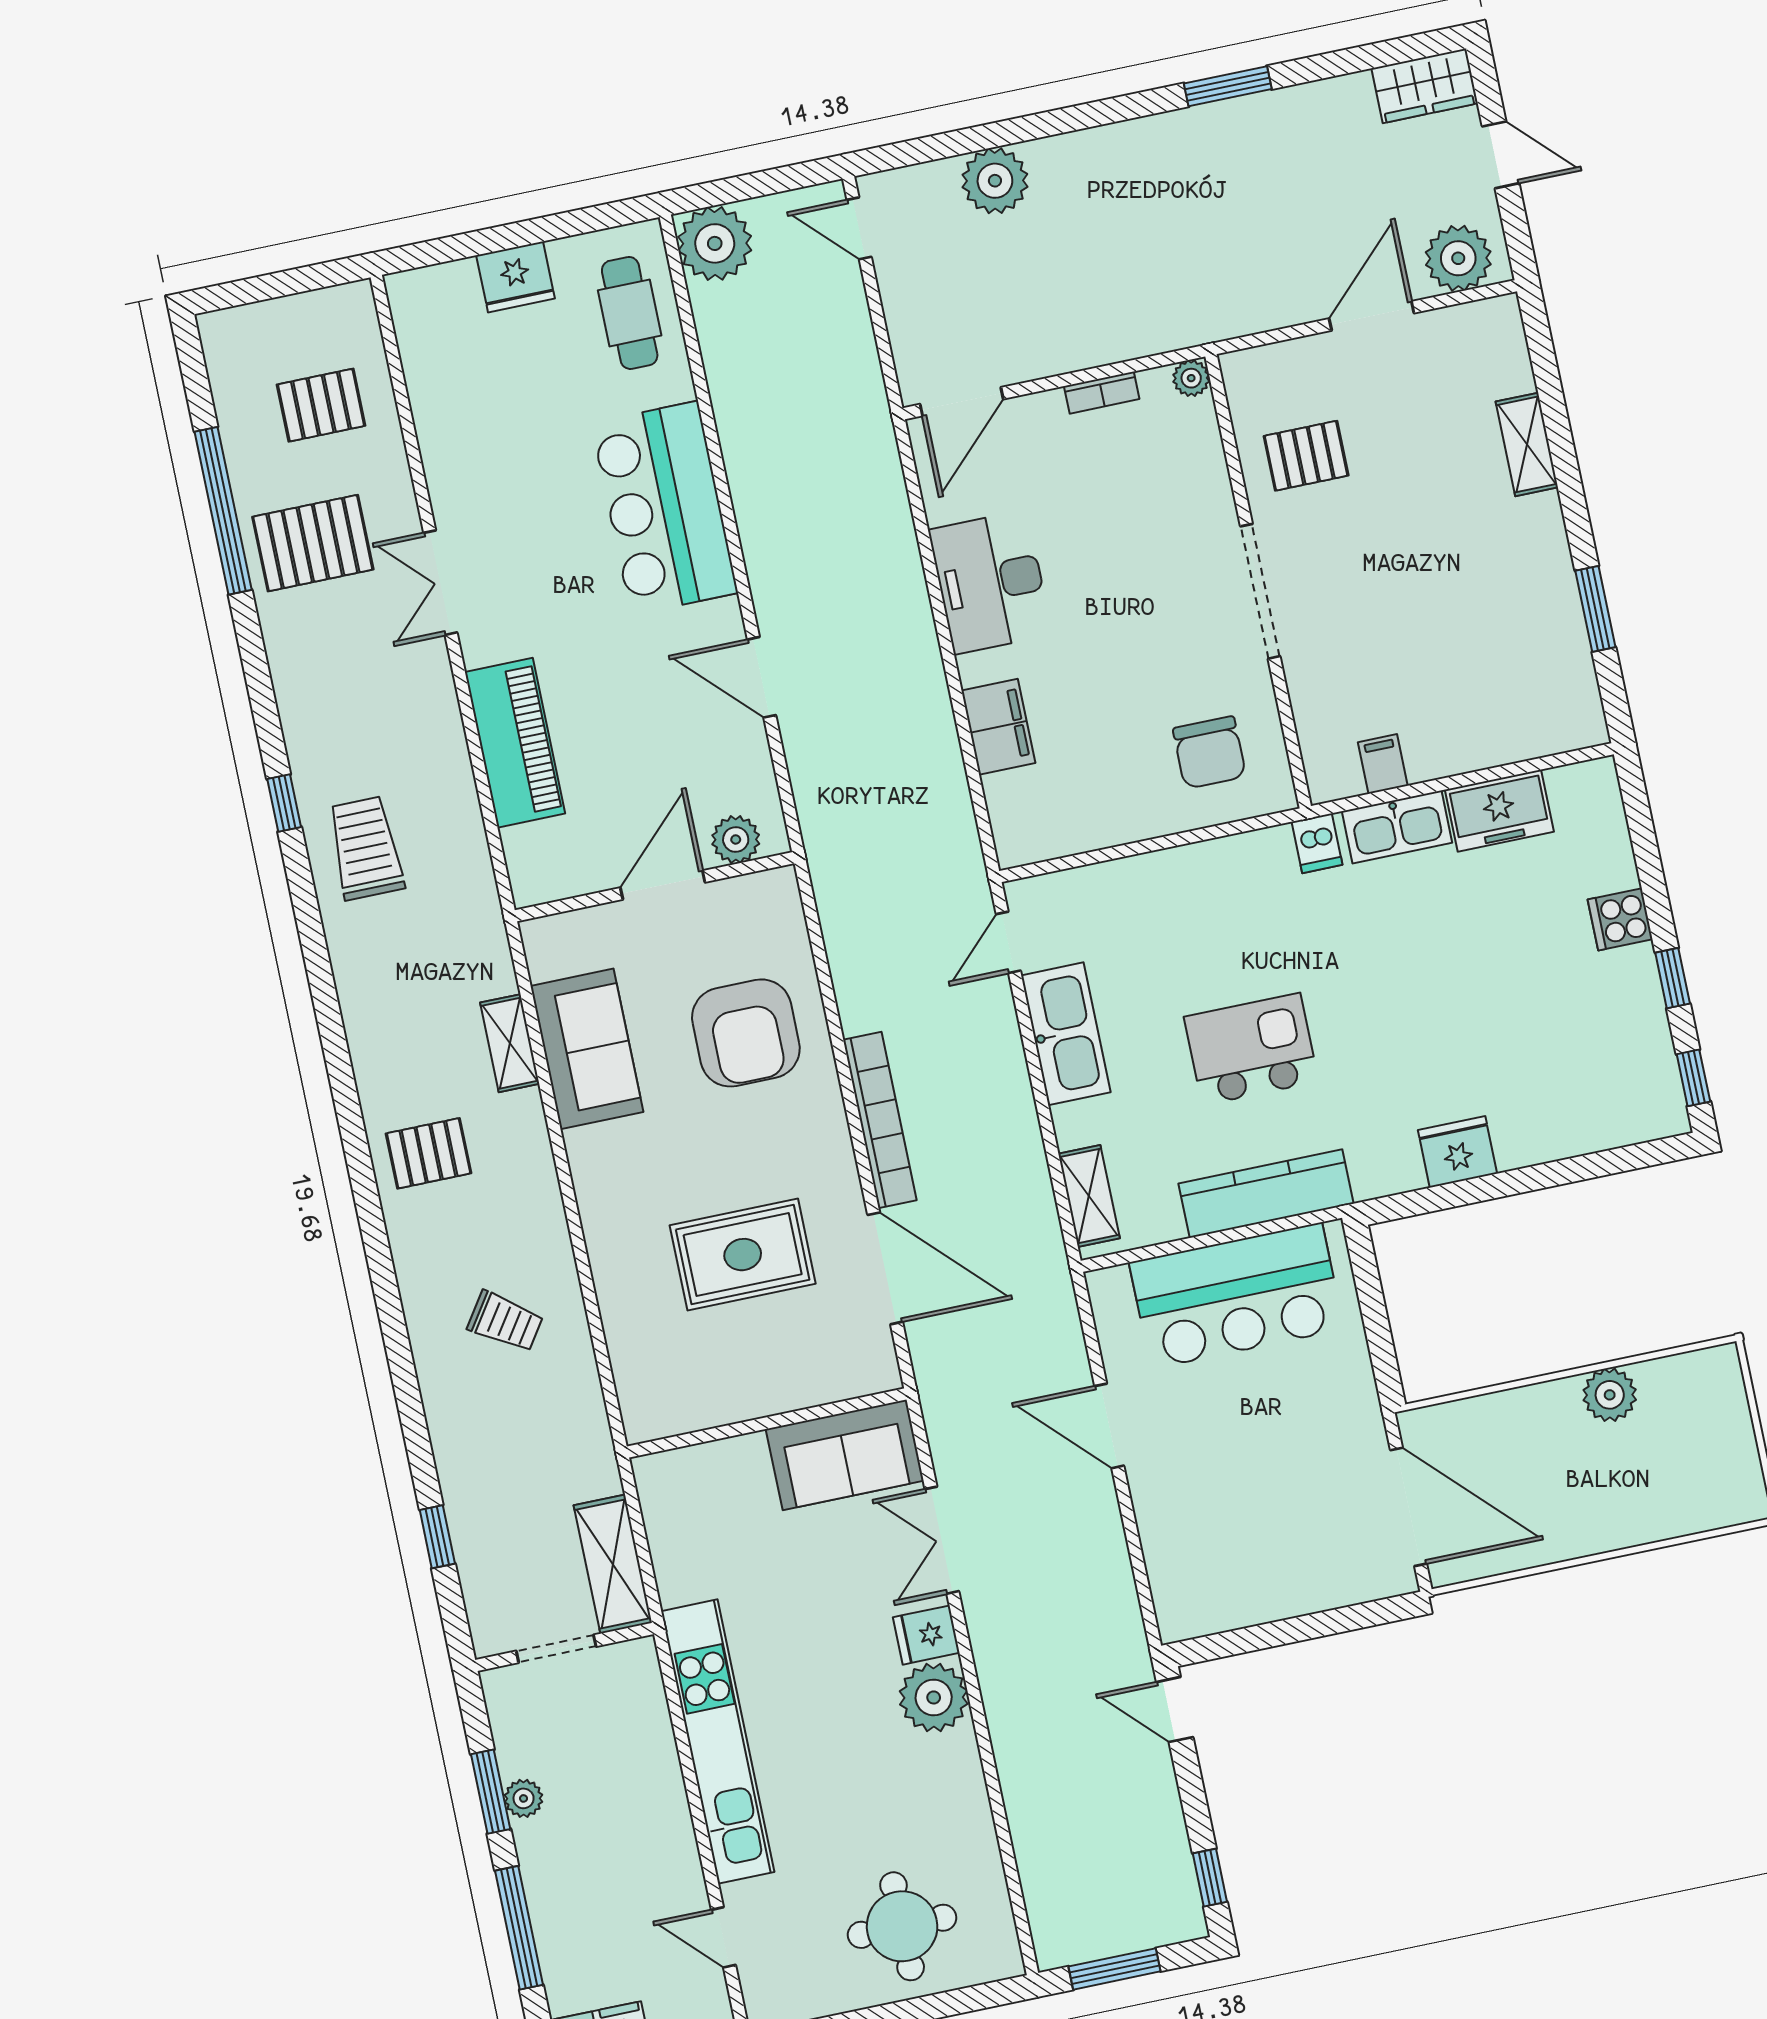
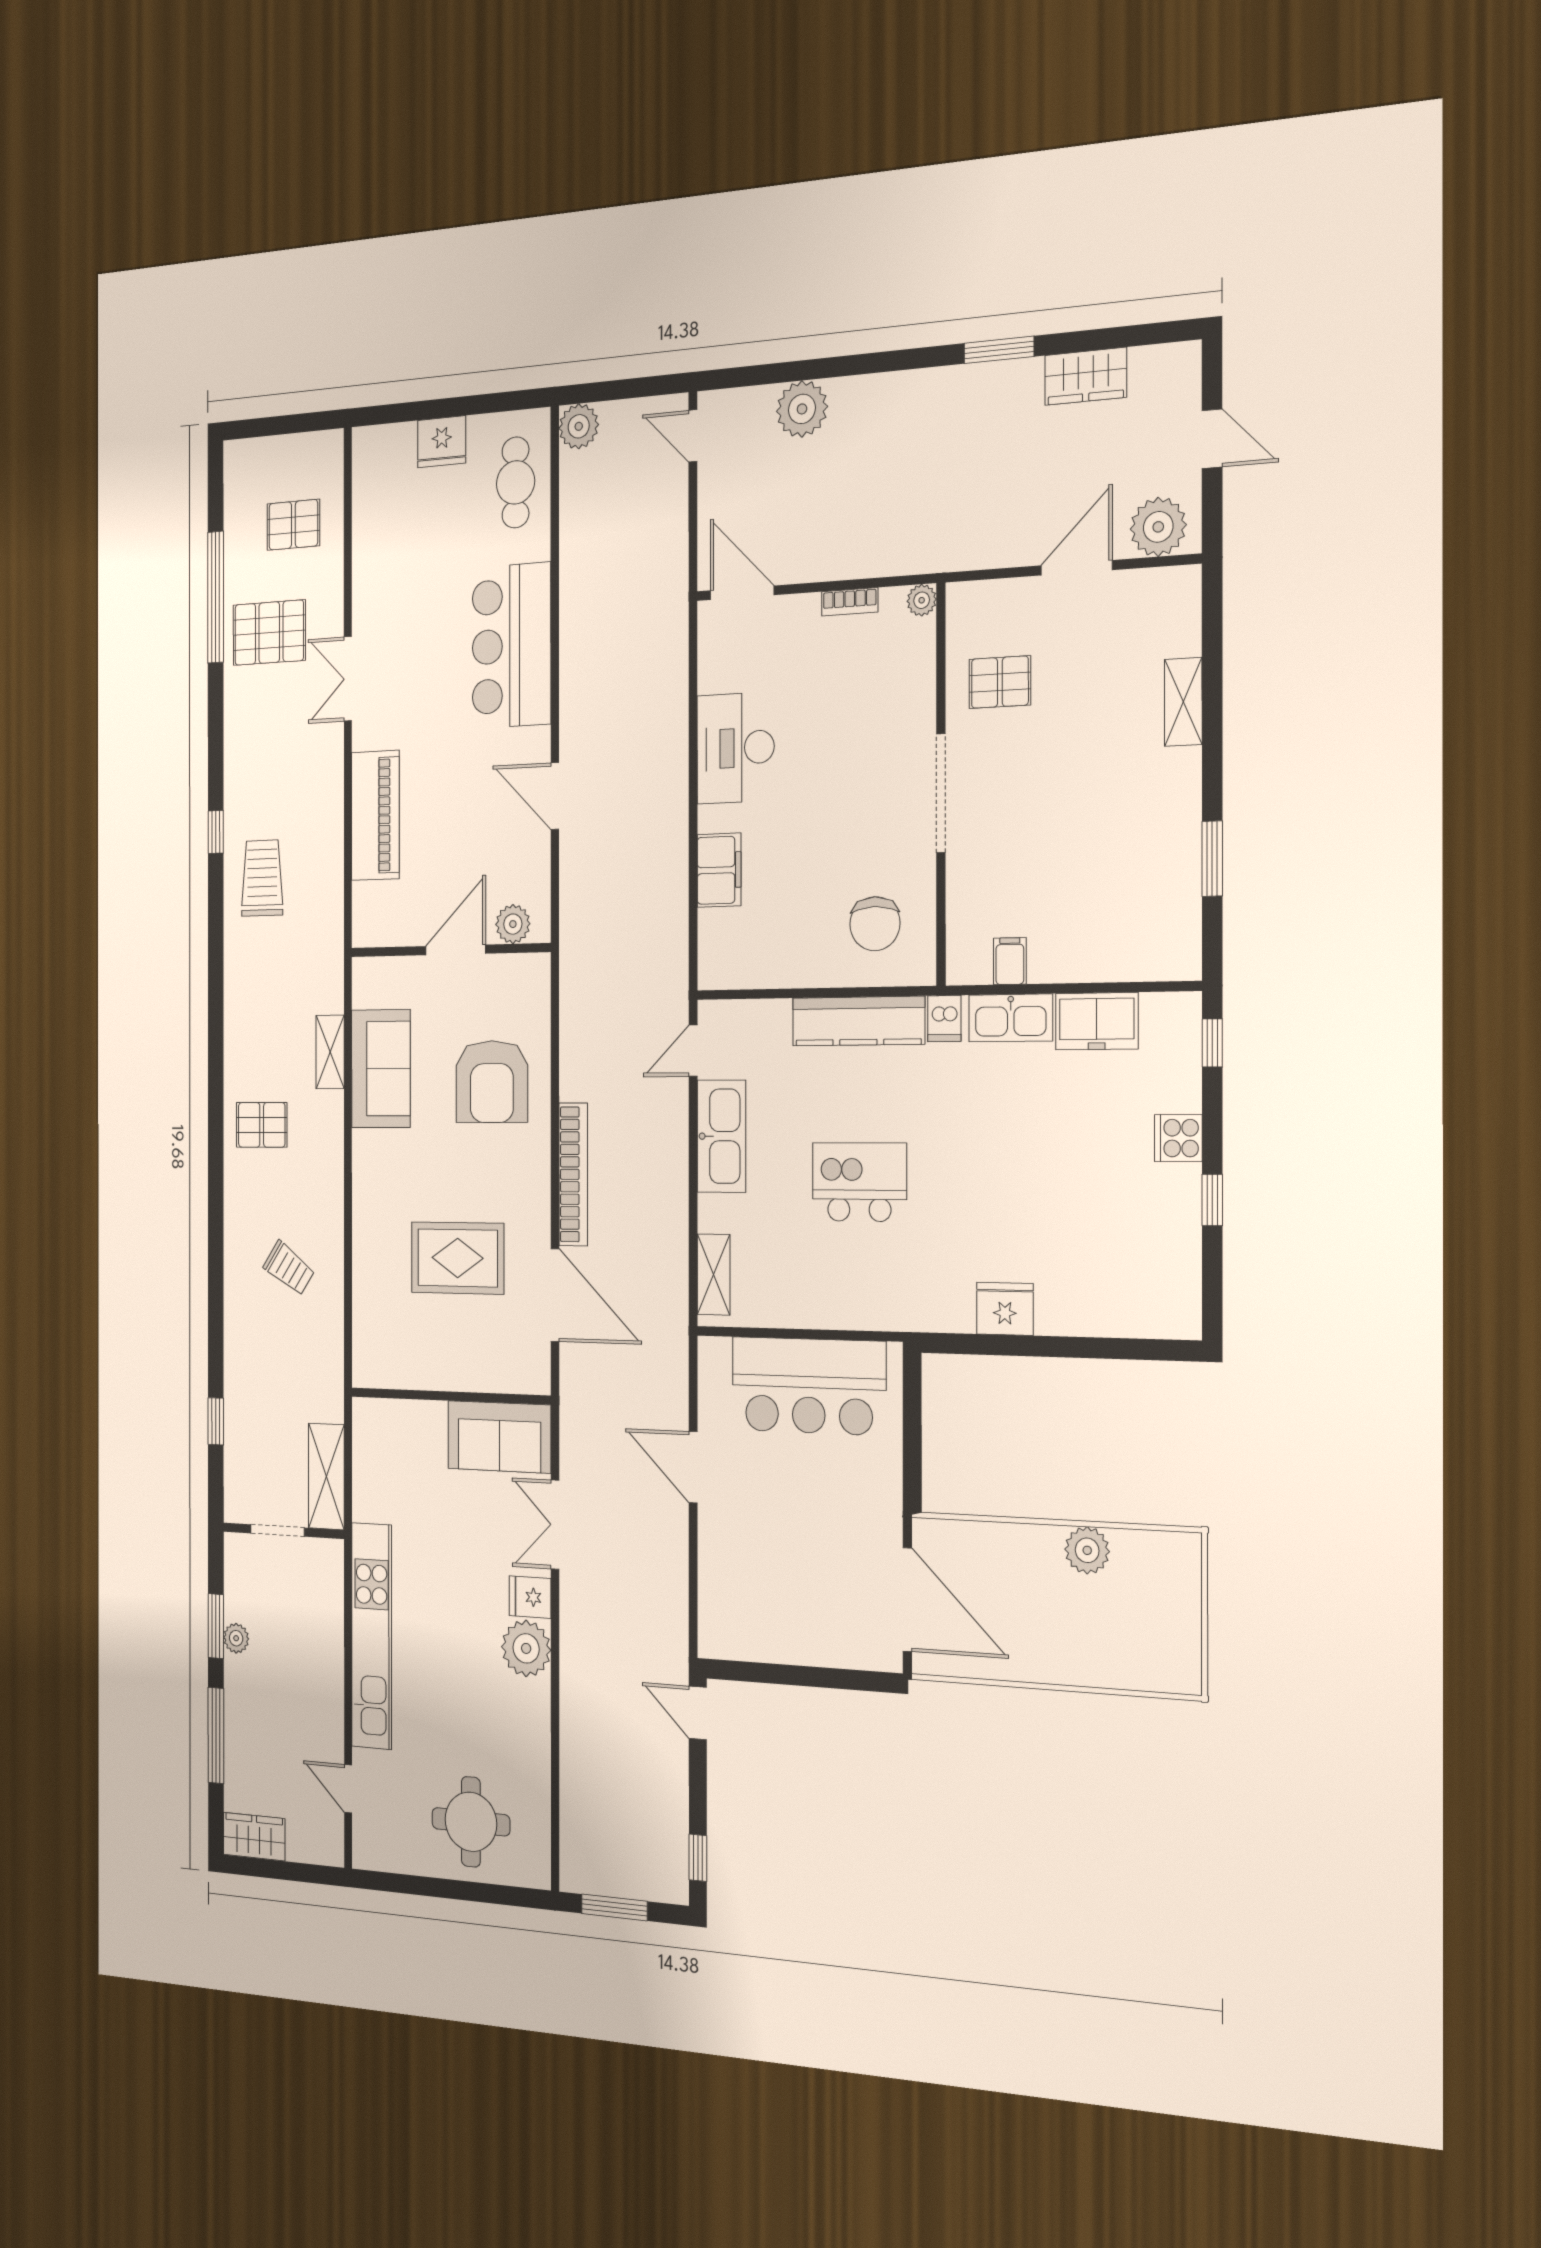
wardrobe: (1425, 86) -> (1086, 376), moved
plant: (715, 243) -> (579, 426), width x0.73, depth x0.73
door: (962, 402) -> (742, 593), swing flipped
window: (1693, 1078) -> (1212, 1043), moved
kitchen counter: (1266, 1194) -> (858, 1021), moved, turned 180

